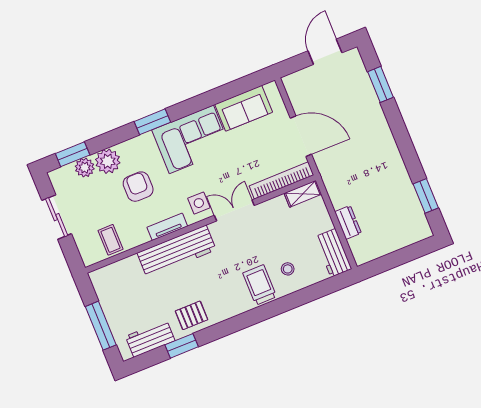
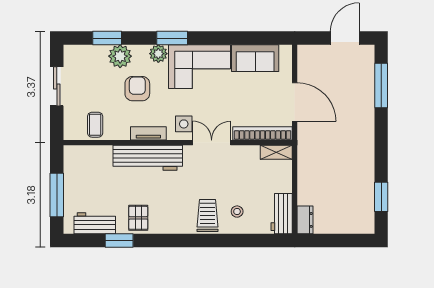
window: (381, 84) -> (381, 85), width x1.44
window: (73, 154) -> (107, 38), moved
plant: (85, 167) -> (158, 54), moved
dresser: (348, 222) -> (305, 220), moved
pallet: (191, 315) -> (138, 218), turned 90

